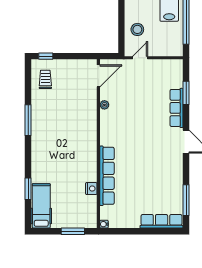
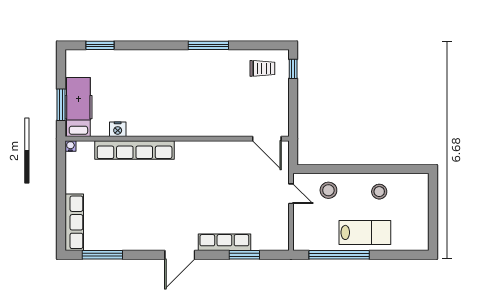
plant: (104, 105) -> (229, 147), removed
window: (28, 189) -> (100, 45), moved
hospital bed: (41, 206) -> (78, 107), moved, turned -90

